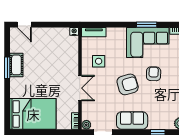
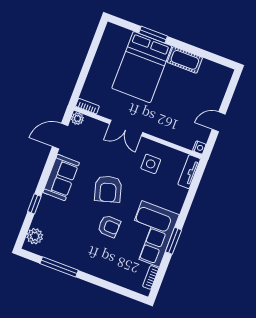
door: (24, 25) -> (219, 122), moved
window: (7, 68) -> (153, 35), moved
bed: (33, 114) -> (142, 67), moved

